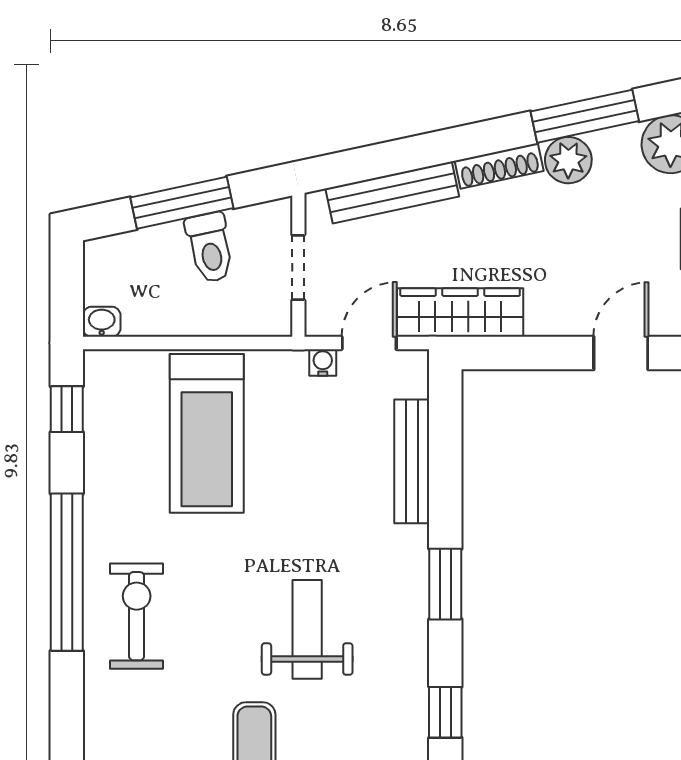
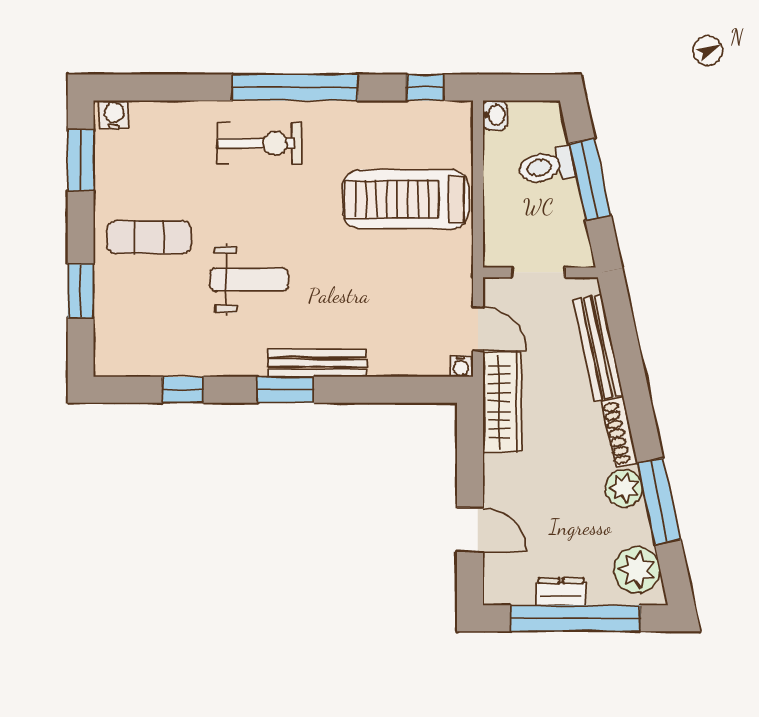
toilet: (210, 248) -> (547, 166), moved
water cooler: (323, 362) -> (461, 366), moved, turned 90
bench: (412, 461) -> (317, 363), moved

